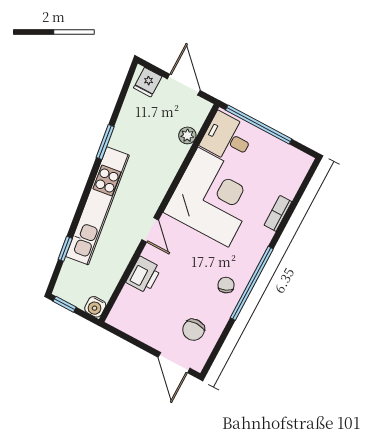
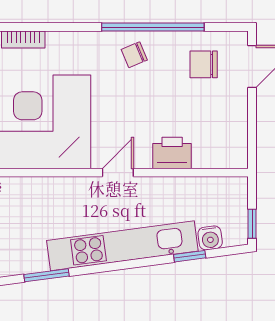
window: (252, 283) -> (153, 27), moved
water cooler: (95, 307) -> (210, 238), moved, turned 82
chair: (194, 330) -> (204, 64), turned 180

